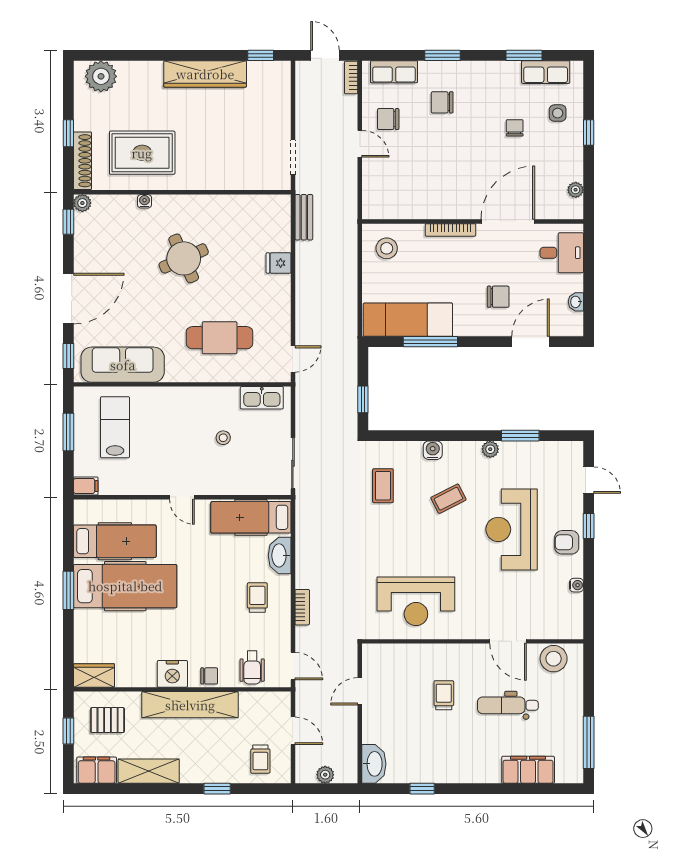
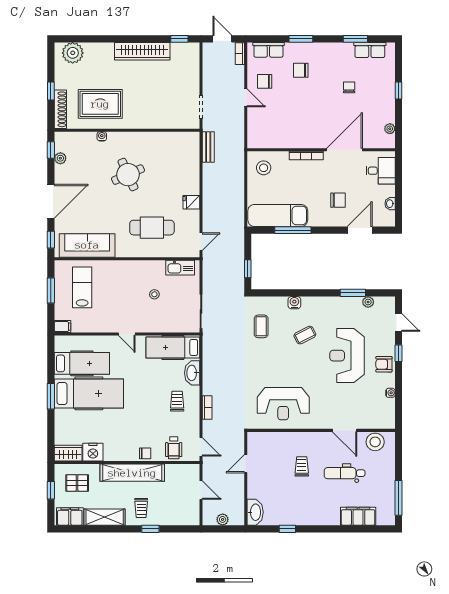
side table: (558, 113) -> (378, 77), removed
plant: (82, 203) -> (60, 158), moved
fridge: (279, 263) -> (191, 202), moved
plant: (490, 449) -> (368, 302), moved
nightstand: (172, 674) -> (93, 452), moved
trolley: (260, 759) -> (141, 508), moved

